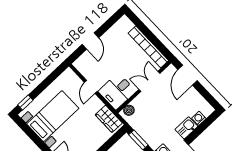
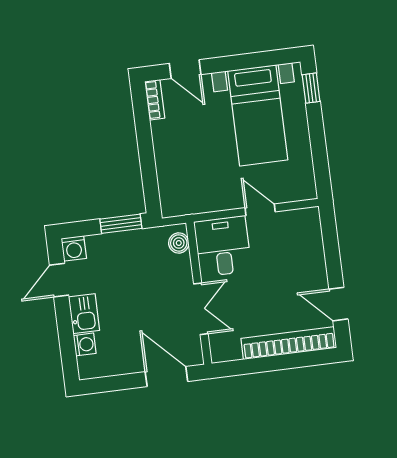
door: (90, 41) -> (338, 304), moved
bookcase: (148, 47) -> (289, 343), moved
wardrobe: (109, 119) -> (188, 201), removed

